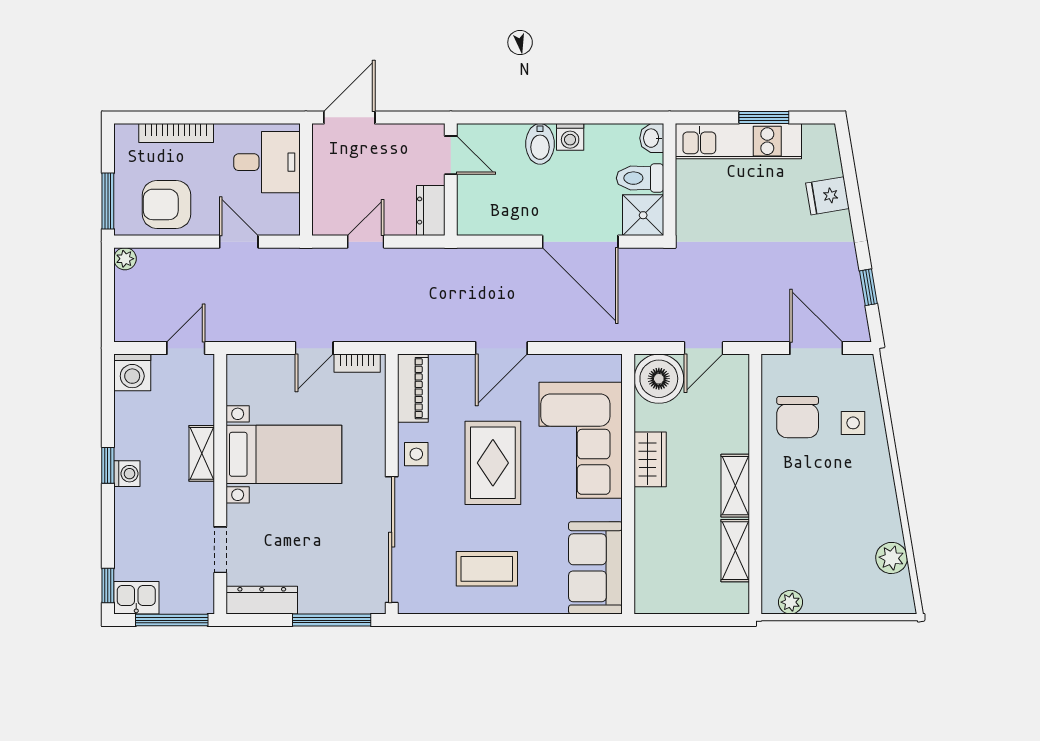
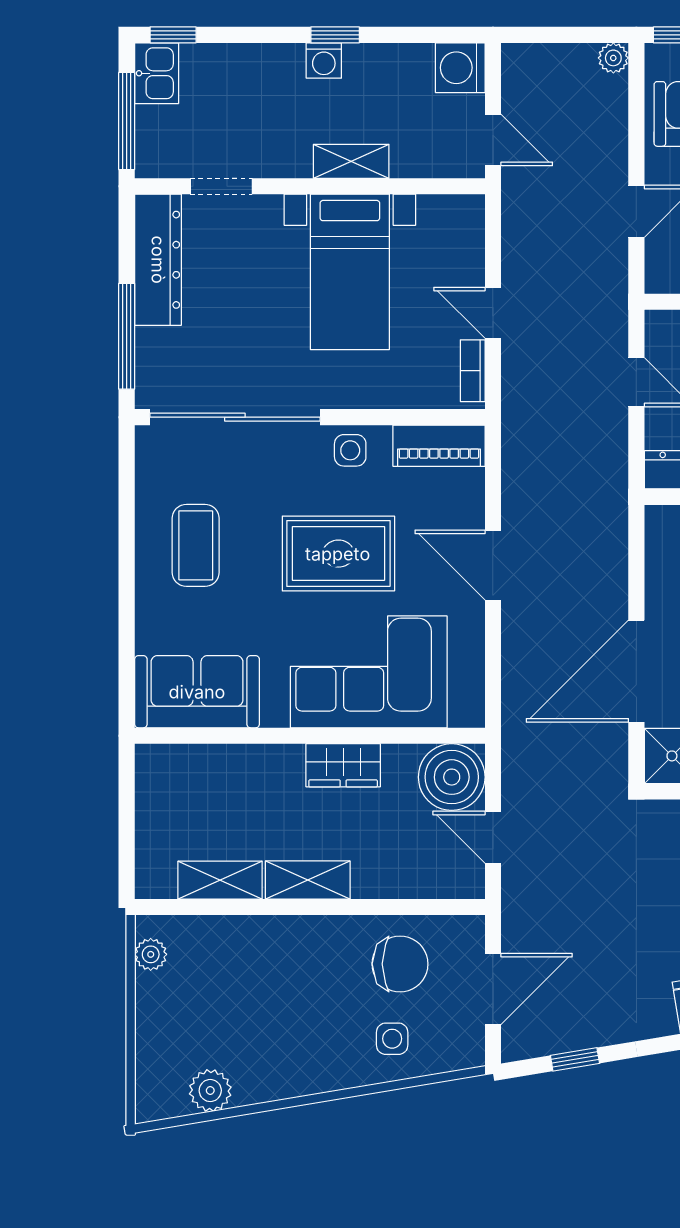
chair: (798, 417) -> (400, 964), turned 180
dresser: (262, 600) -> (158, 260), width x1.37, depth x1.24

